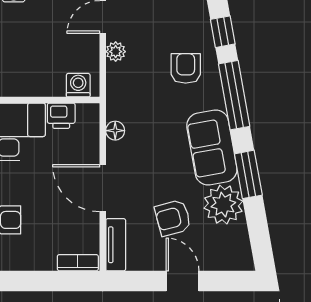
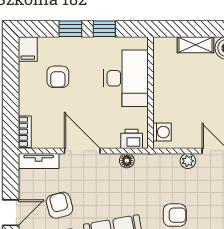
printer: (61, 116) -> (132, 139), moved, turned 90
door: (103, 188) -> (82, 151), hinge flipped

